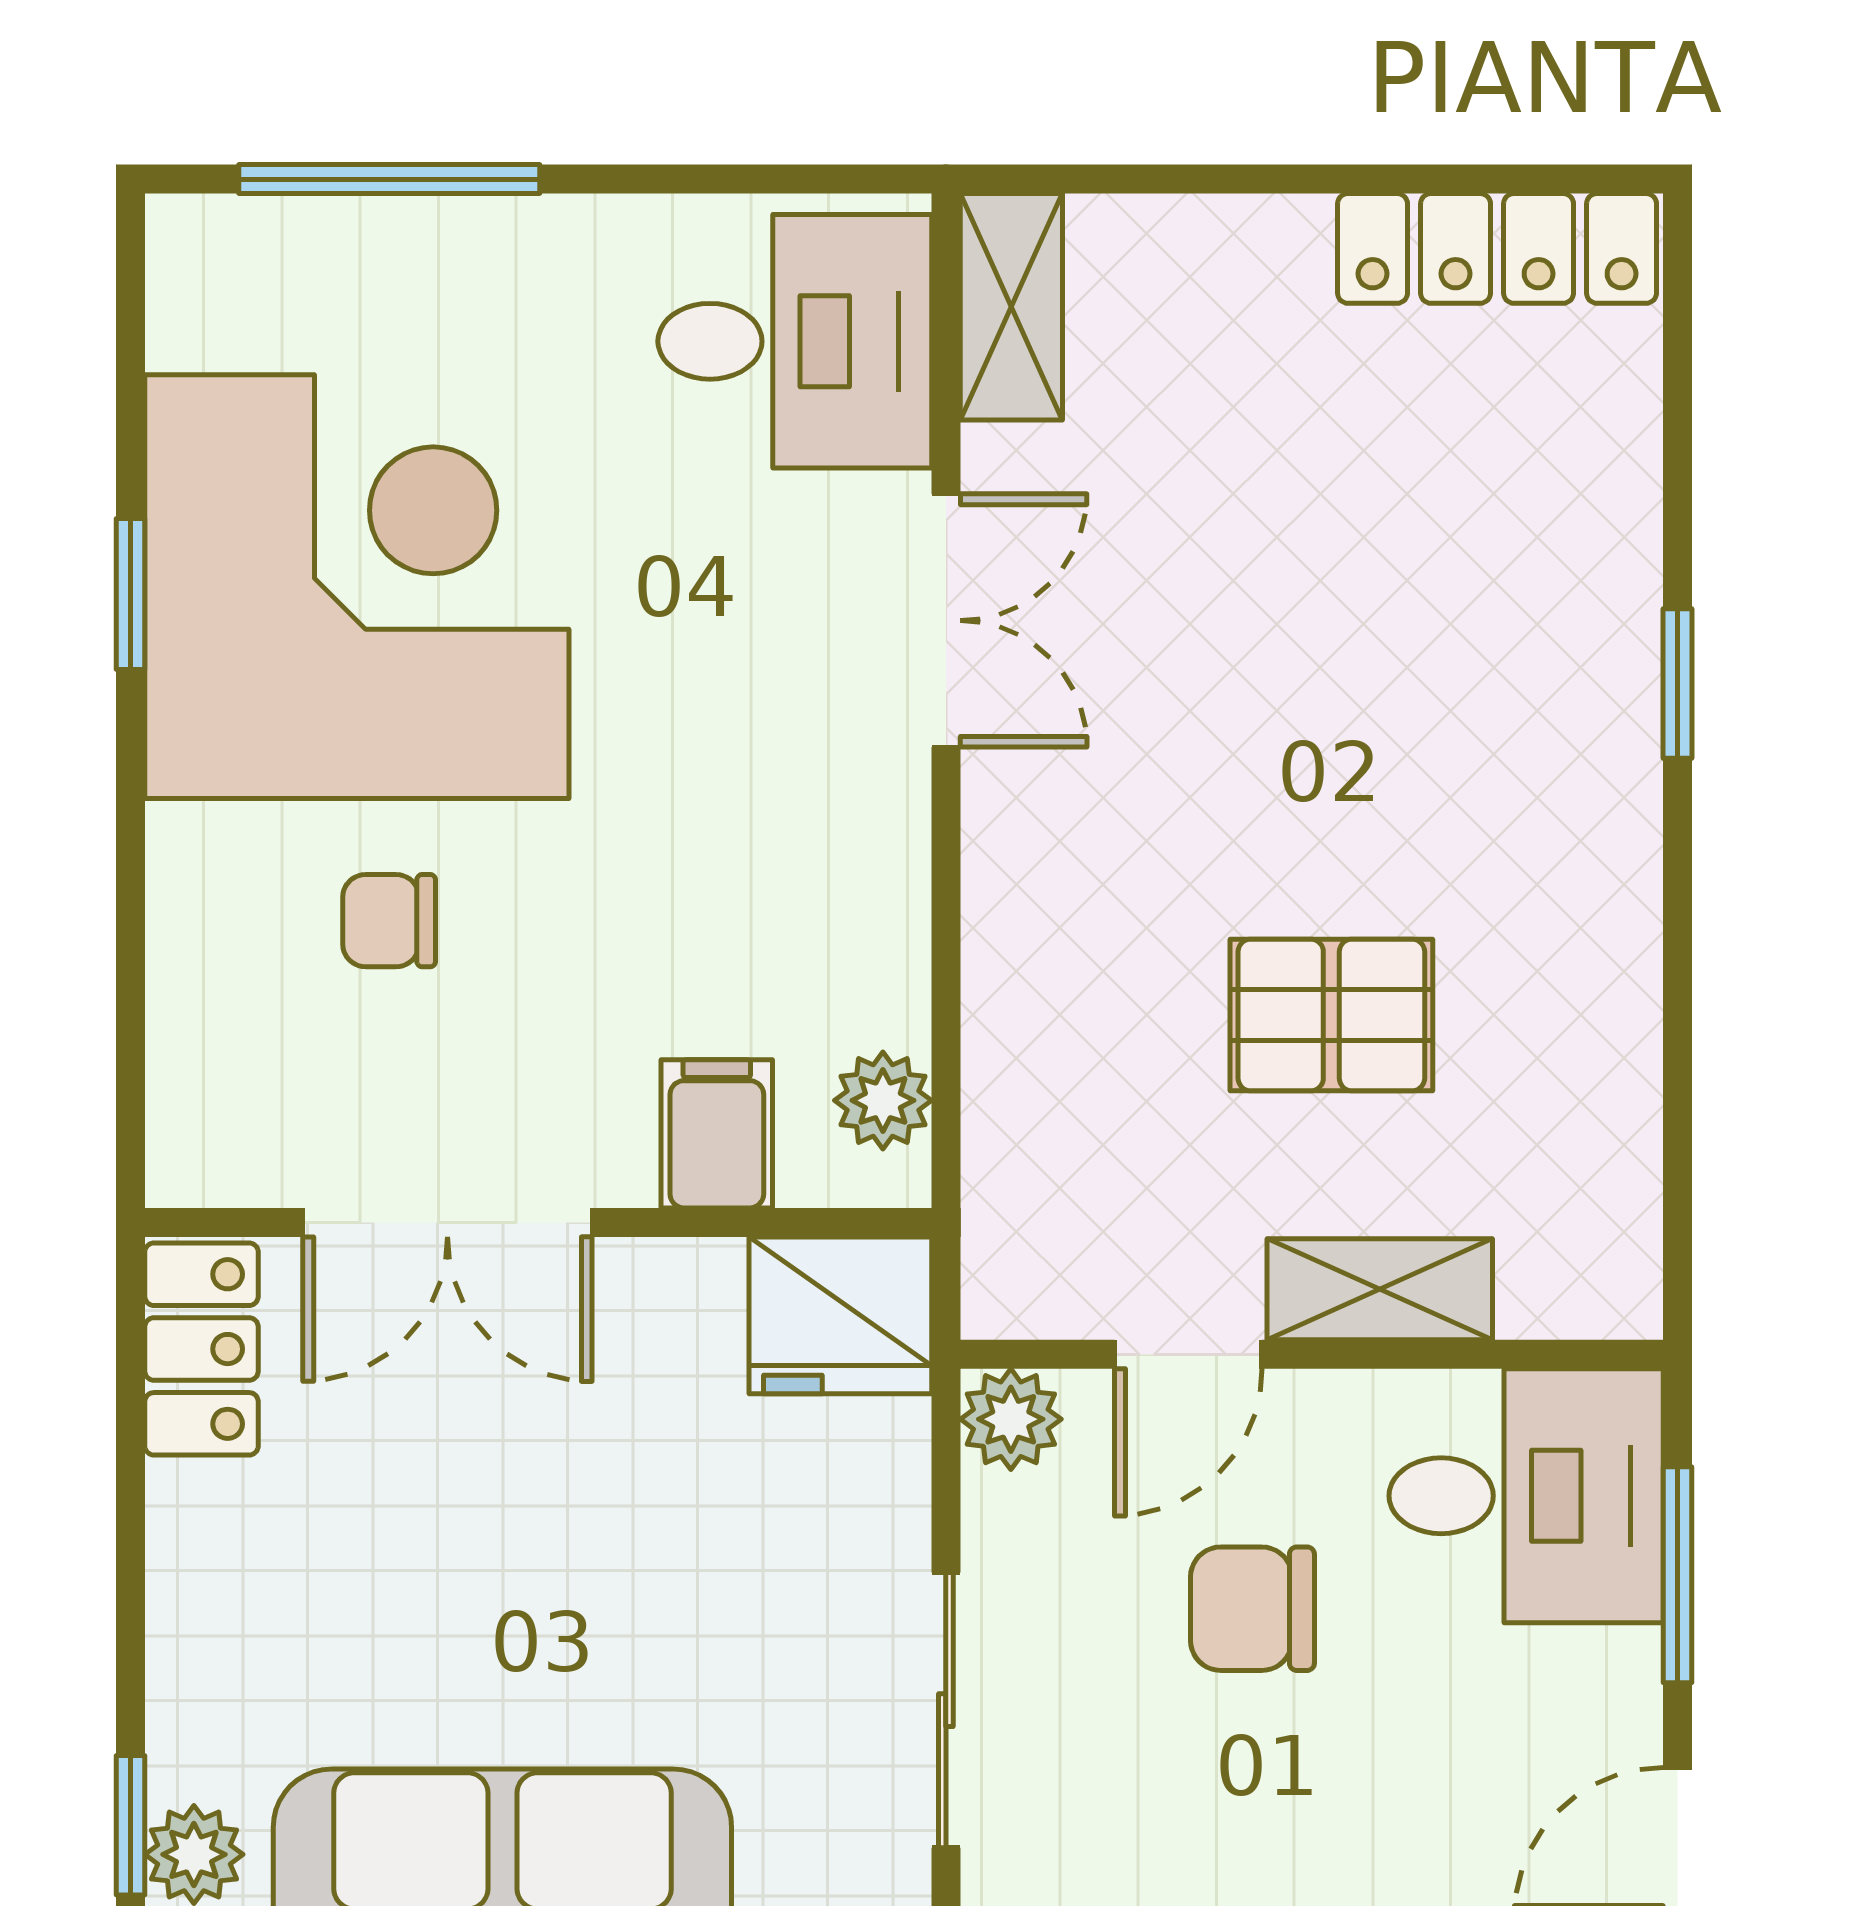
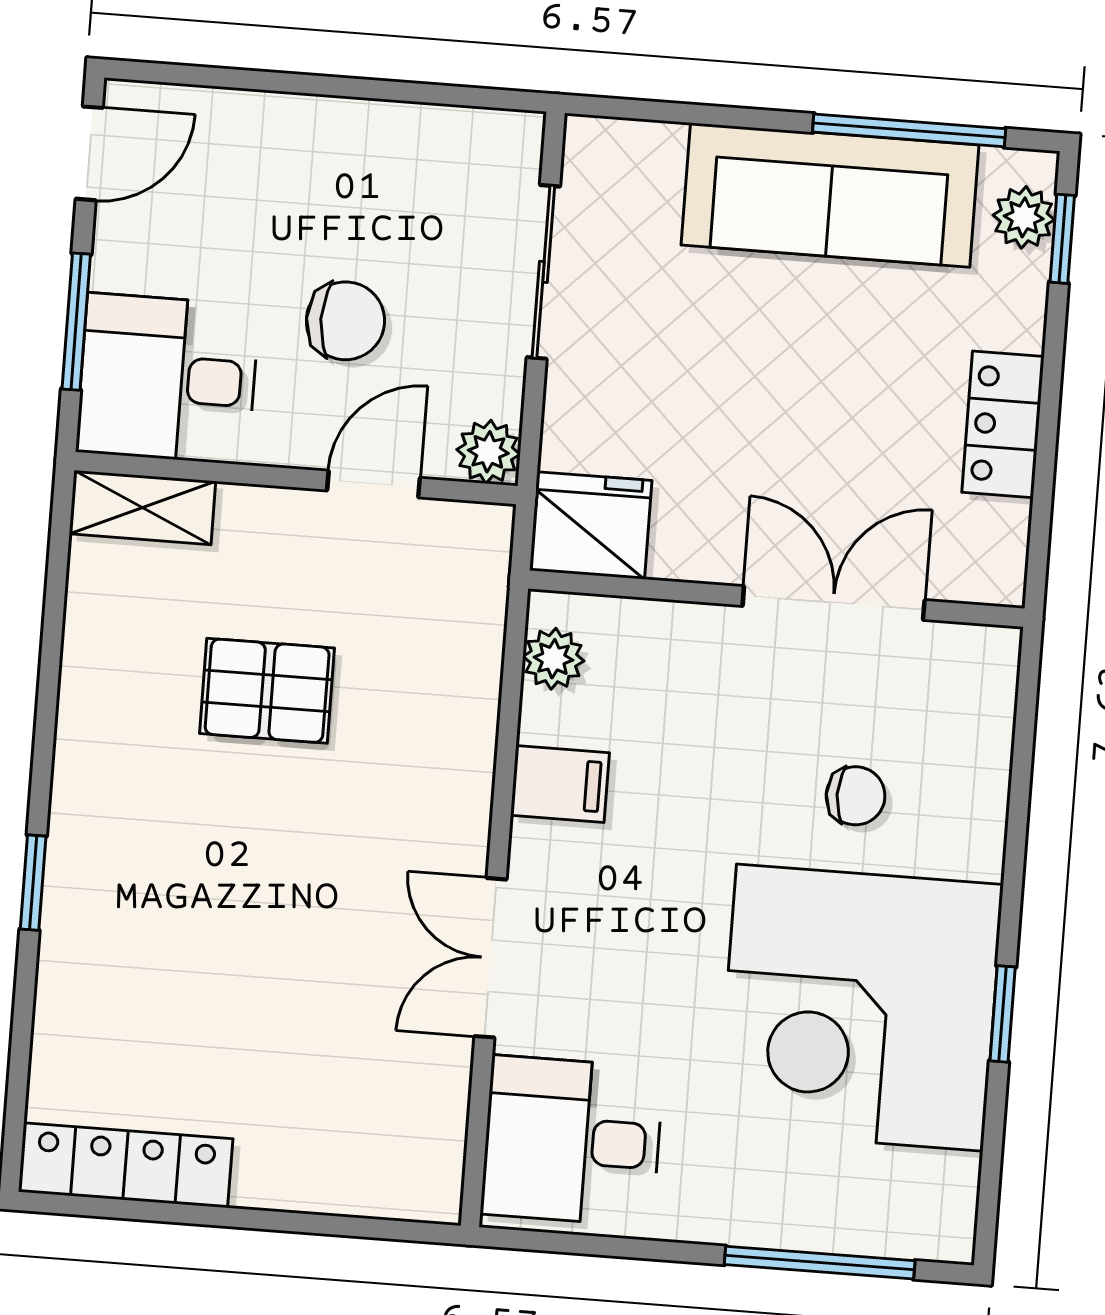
shelving: (1011, 307) -> (434, 1152), removed
filing cabinet: (717, 1134) -> (560, 784), moved, turned -90
shelving: (1380, 1289) -> (142, 507), moved
locker: (202, 1349) -> (1003, 424), moved

